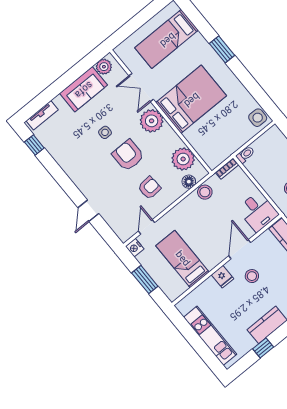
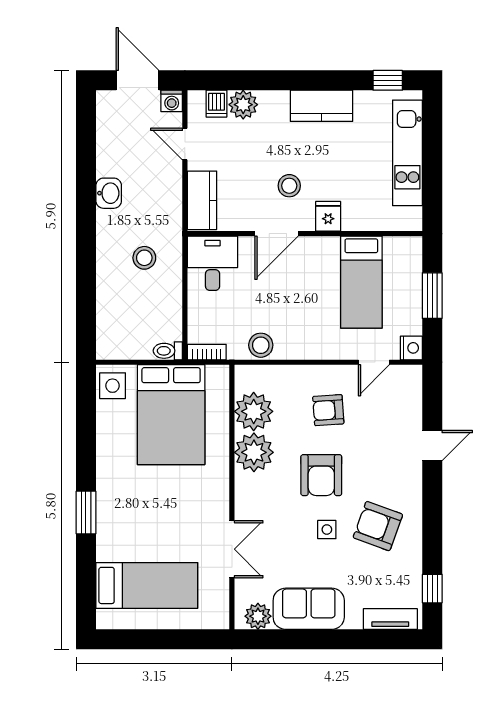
bed: (191, 99) -> (171, 415), moved, turned -90
plant: (152, 121) -> (254, 452), moved
armchair: (83, 153) -> (378, 526), added
floor lamp: (189, 182) -> (270, 376), removed
window: (263, 348) -> (388, 80), moved

